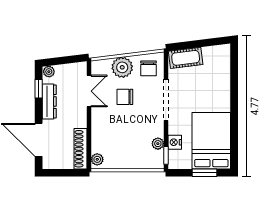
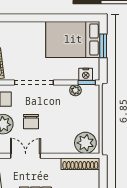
nightstand: (175, 142) -> (86, 74), moved
plant: (97, 159) -> (85, 143), width x1.87, depth x1.87

